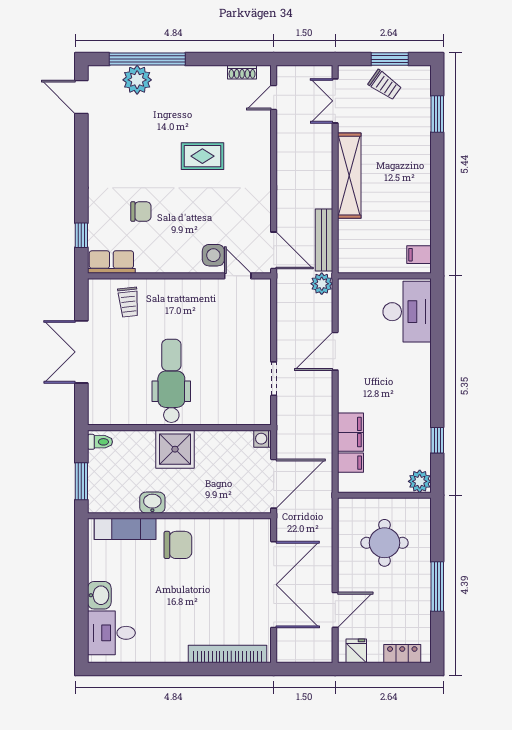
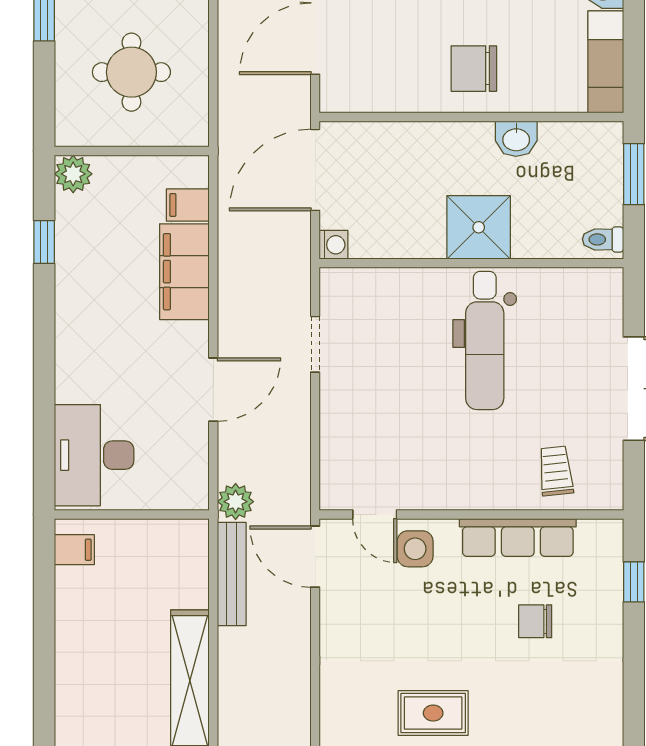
row of seats: (111, 262) -> (518, 537), moved, width x1.48
filing cabinet: (350, 432) -> (184, 272), width x1.50, depth x1.17
exam couch: (125, 529) -> (606, 62), moved, turned -90

